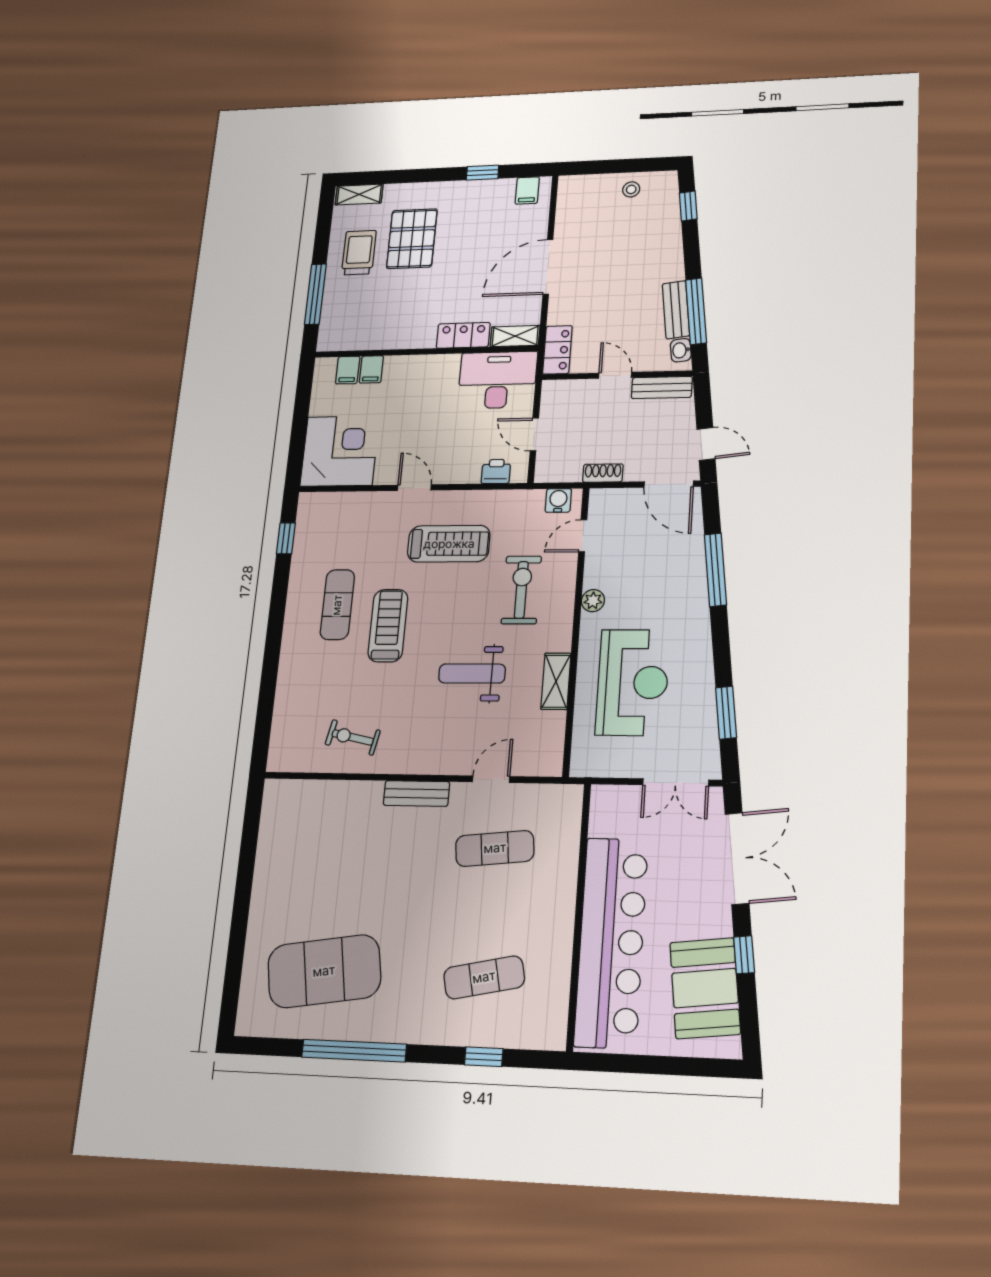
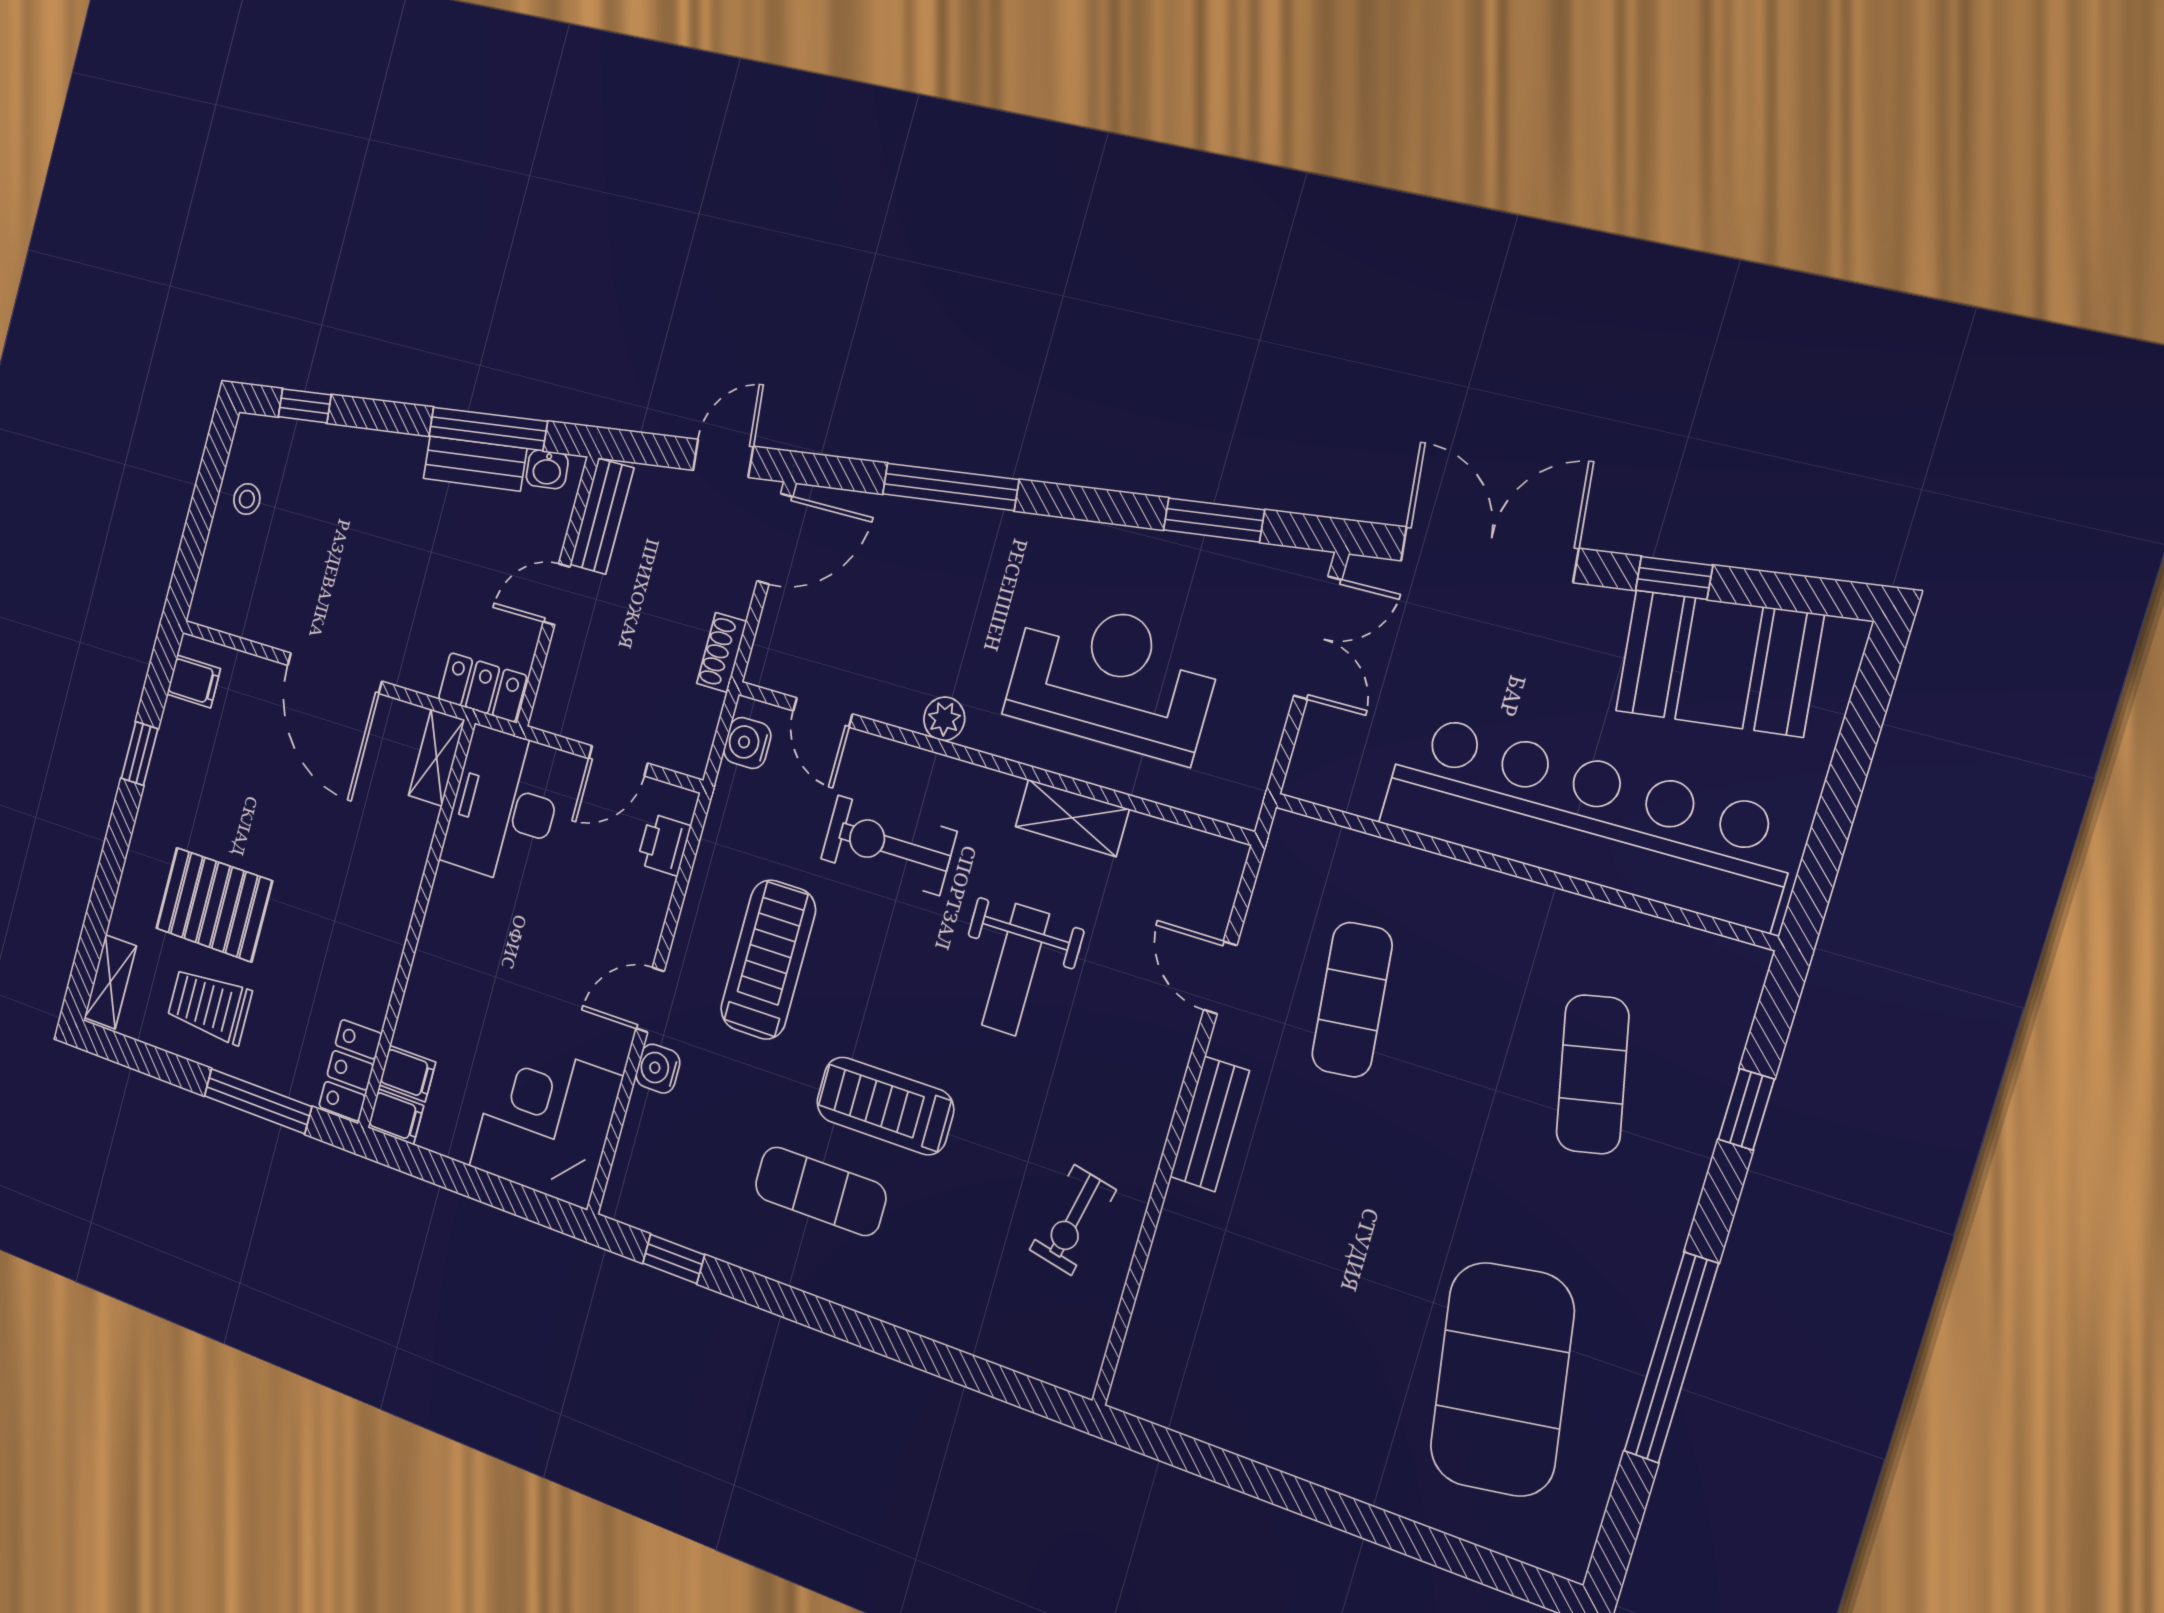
locker: (463, 335) -> (350, 1070), moved
filing cabinet: (371, 369) -> (396, 1117), moved
water cooler: (380, 502) -> (658, 1069), added

